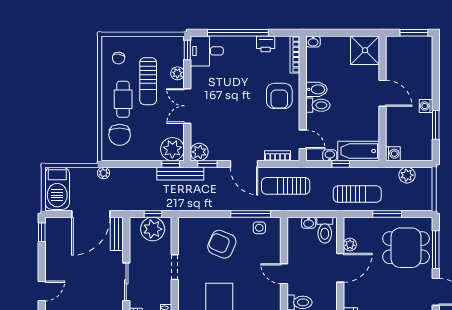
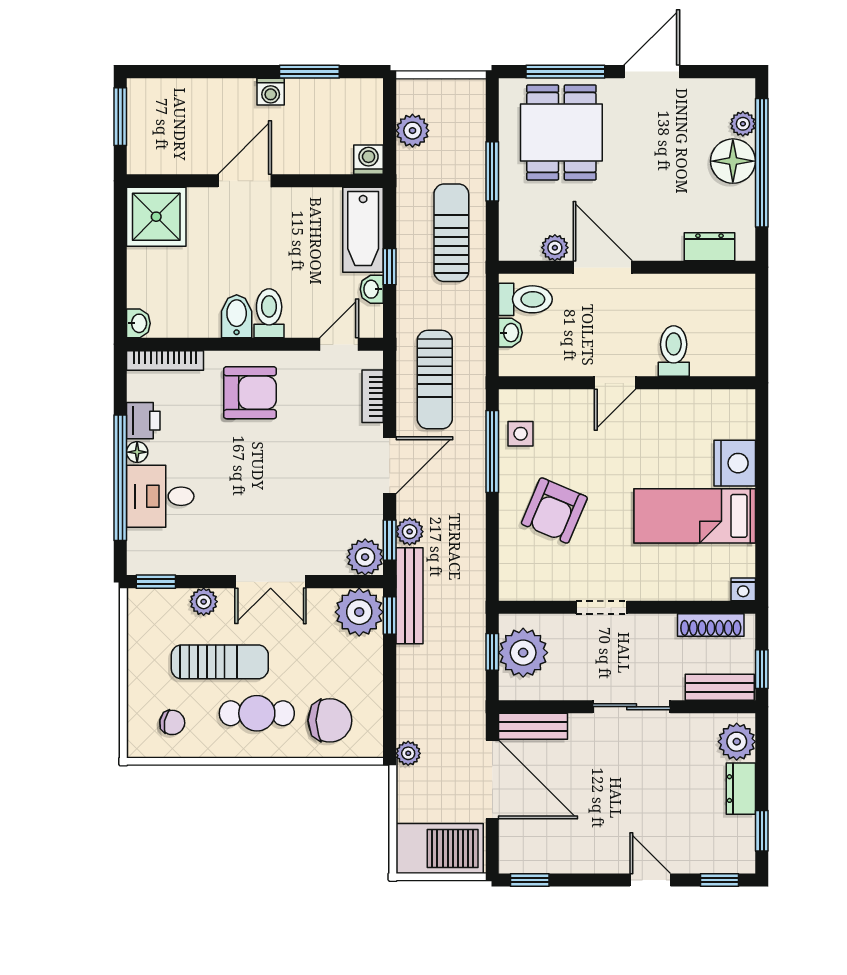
floor lamp: (250, 41) -> (137, 452), added
desk: (207, 51) -> (160, 496), moved, turned 90
plant: (212, 174) -> (410, 532), added

